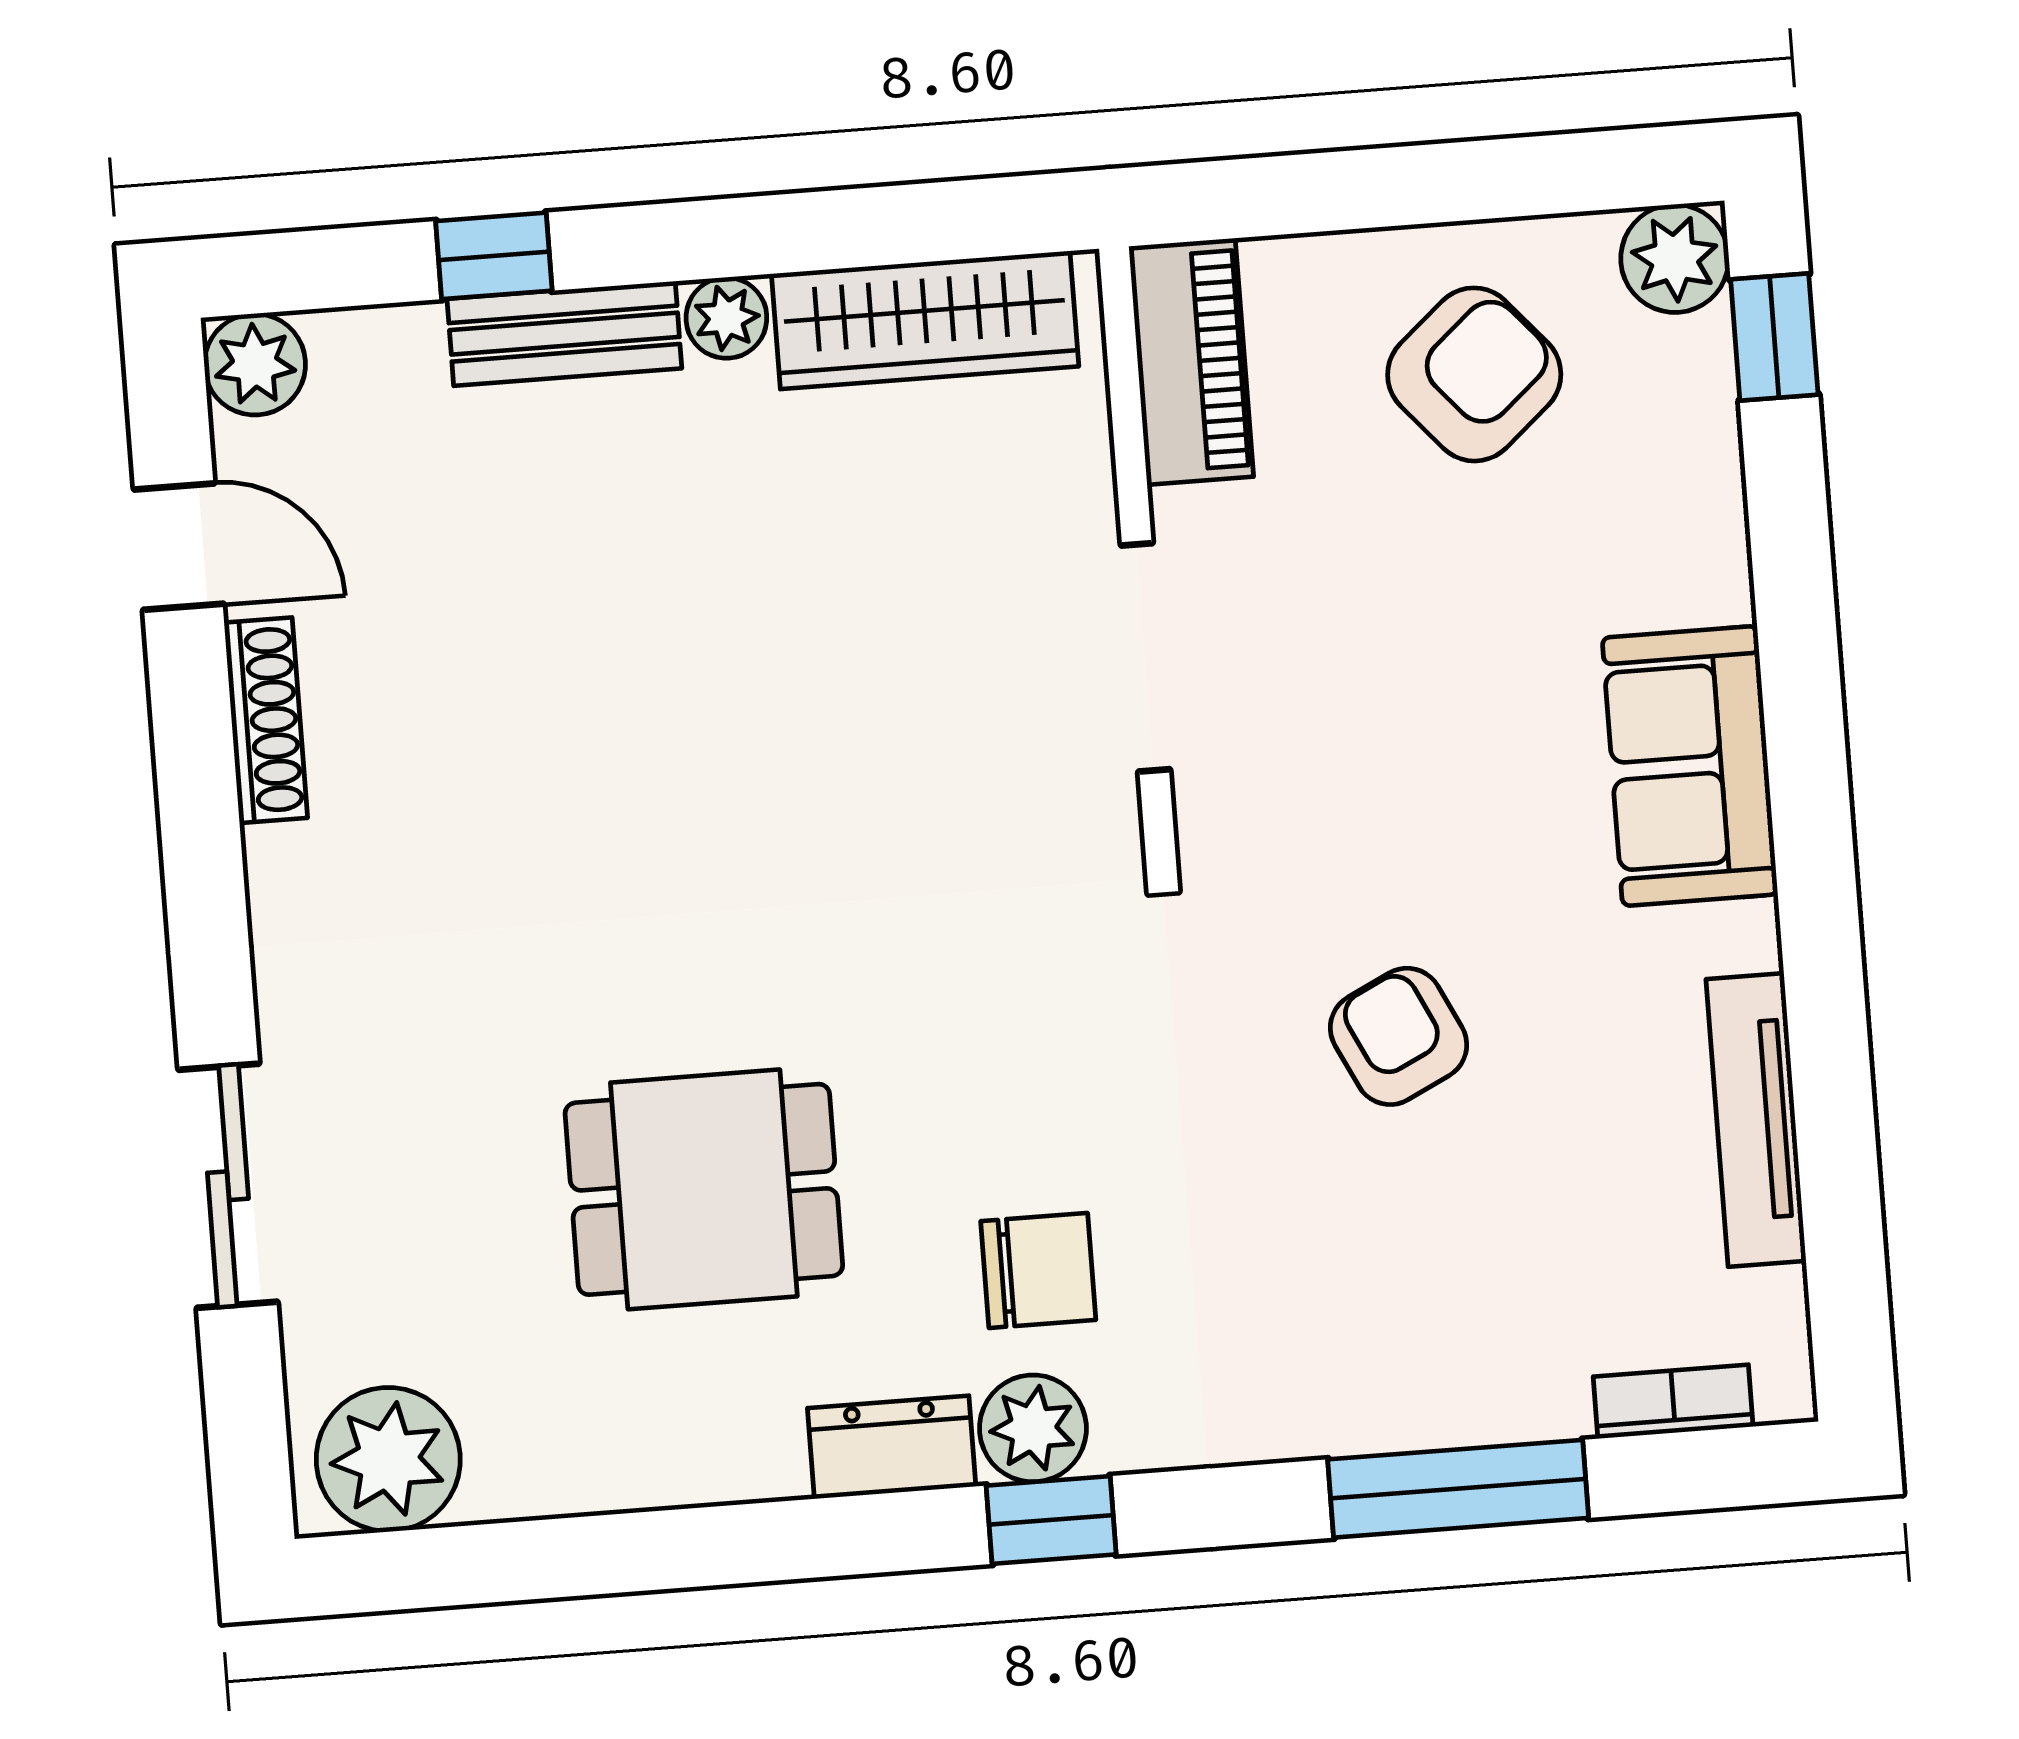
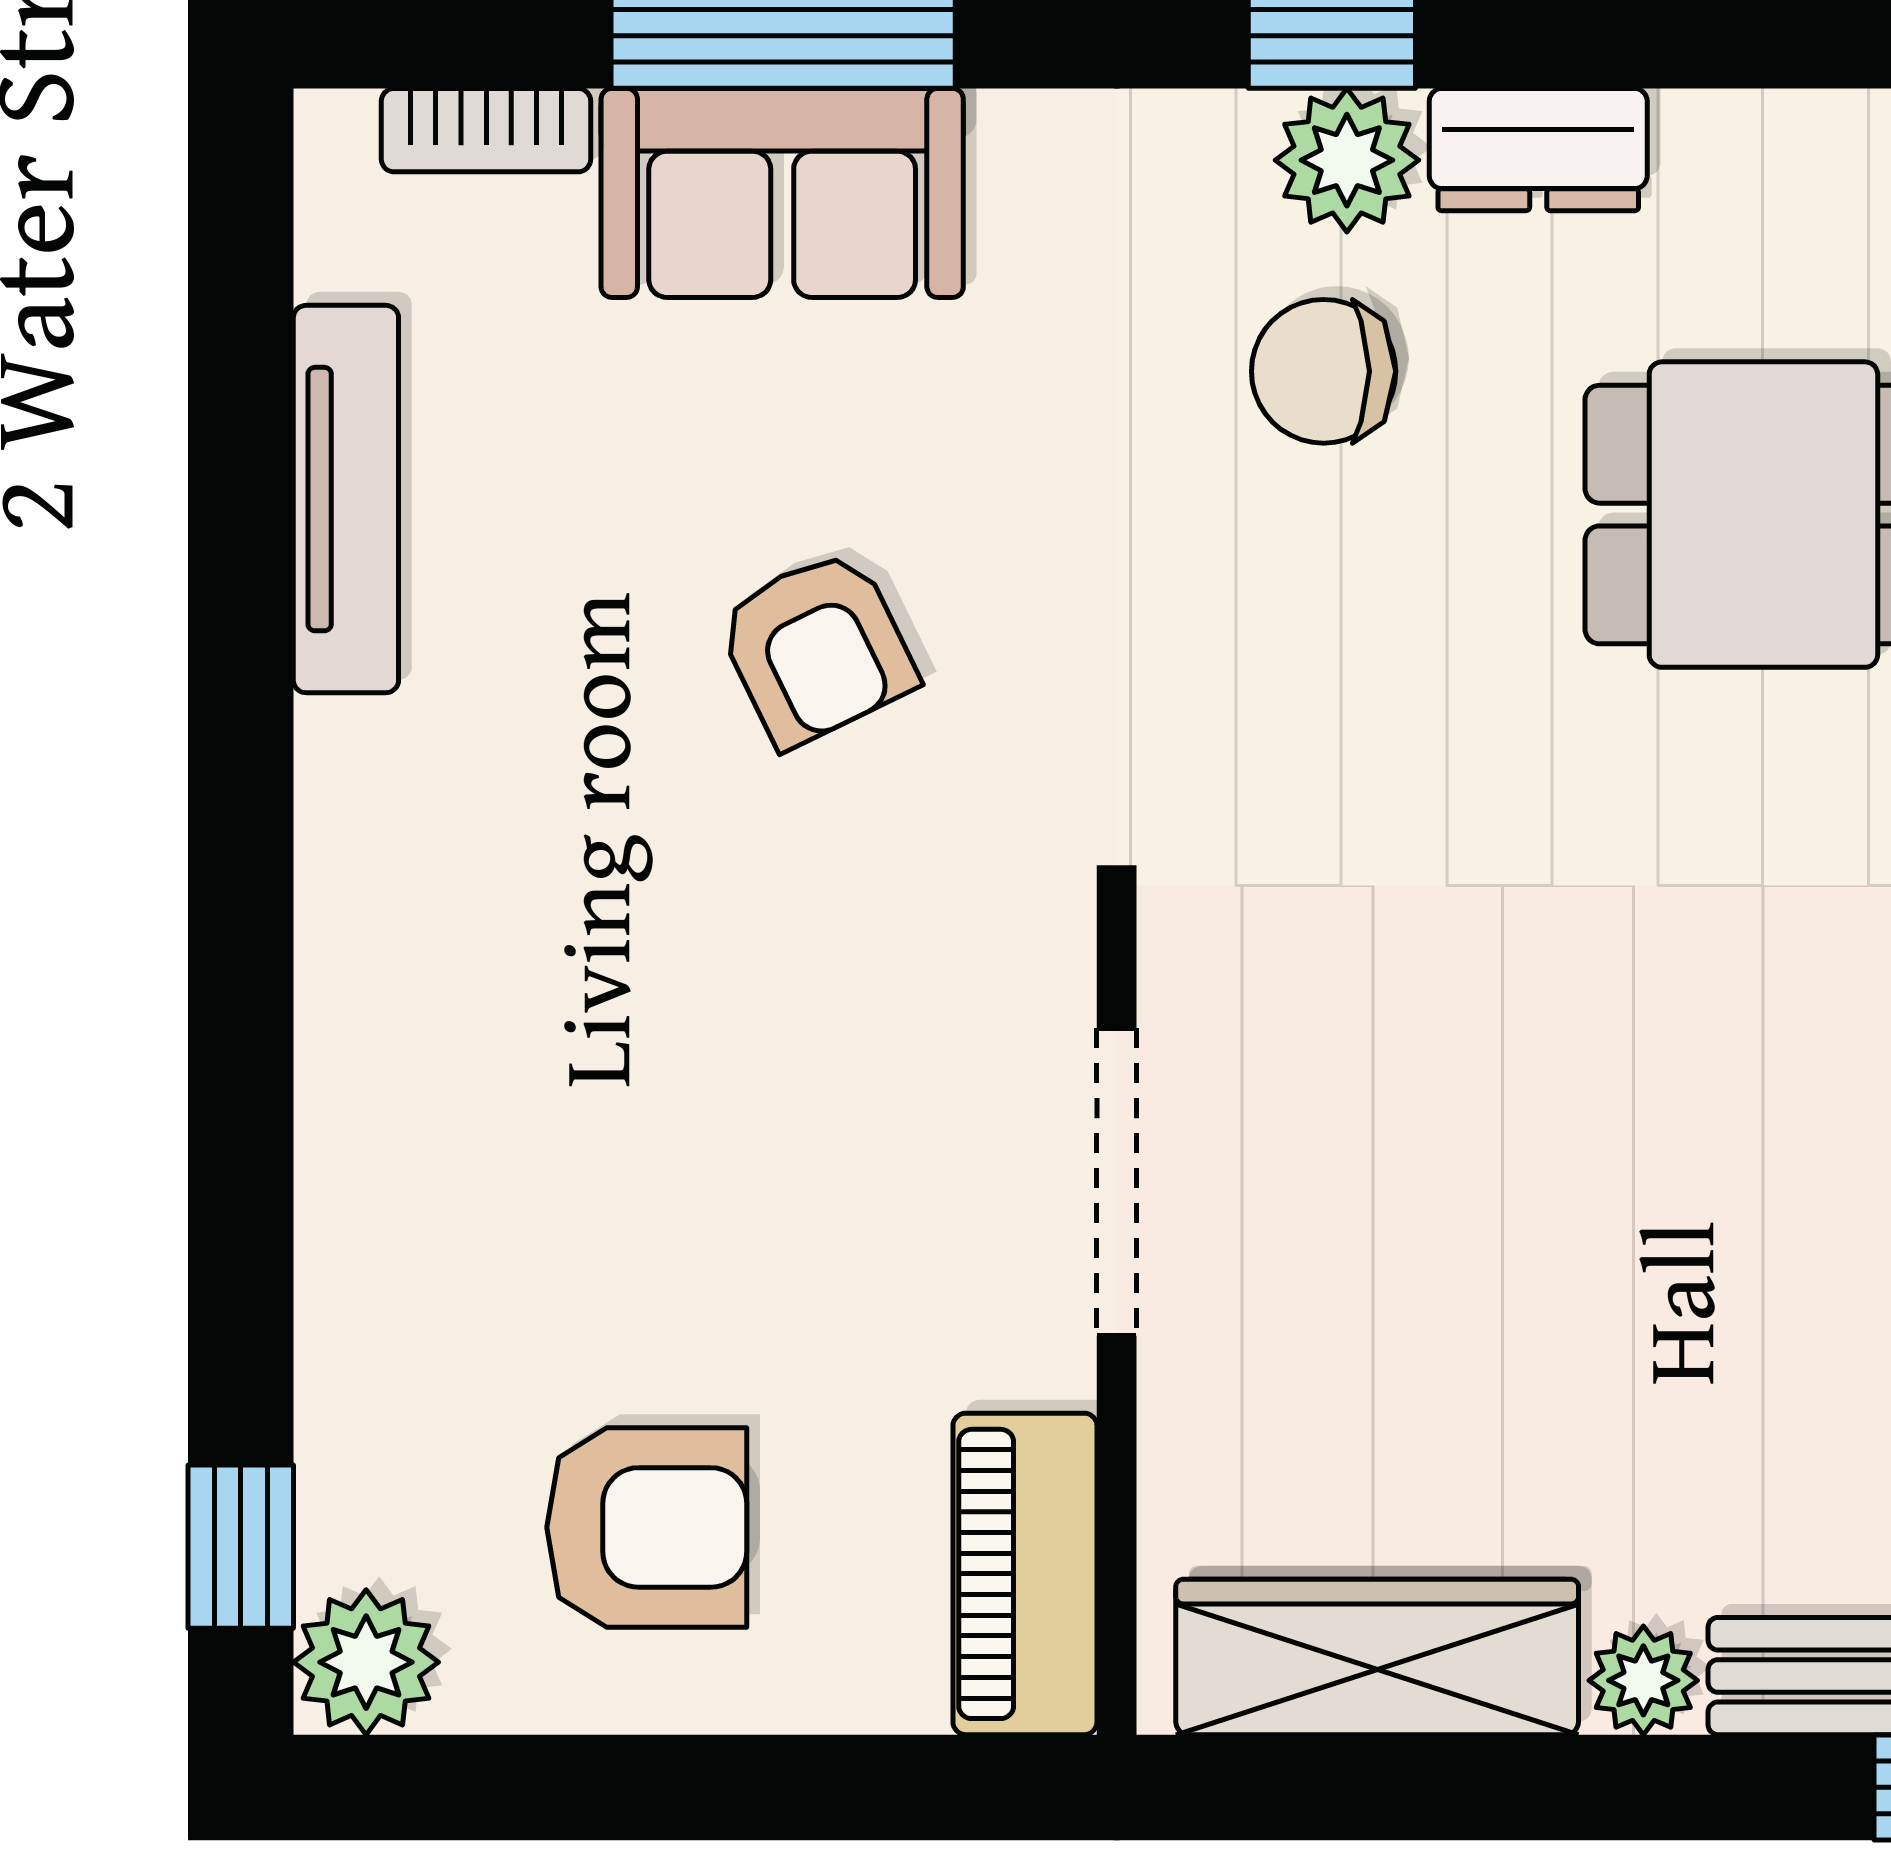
armchair: (1474, 374) -> (647, 1527), turned -139
sofa: (1690, 766) -> (782, 193), moved, turned 90

